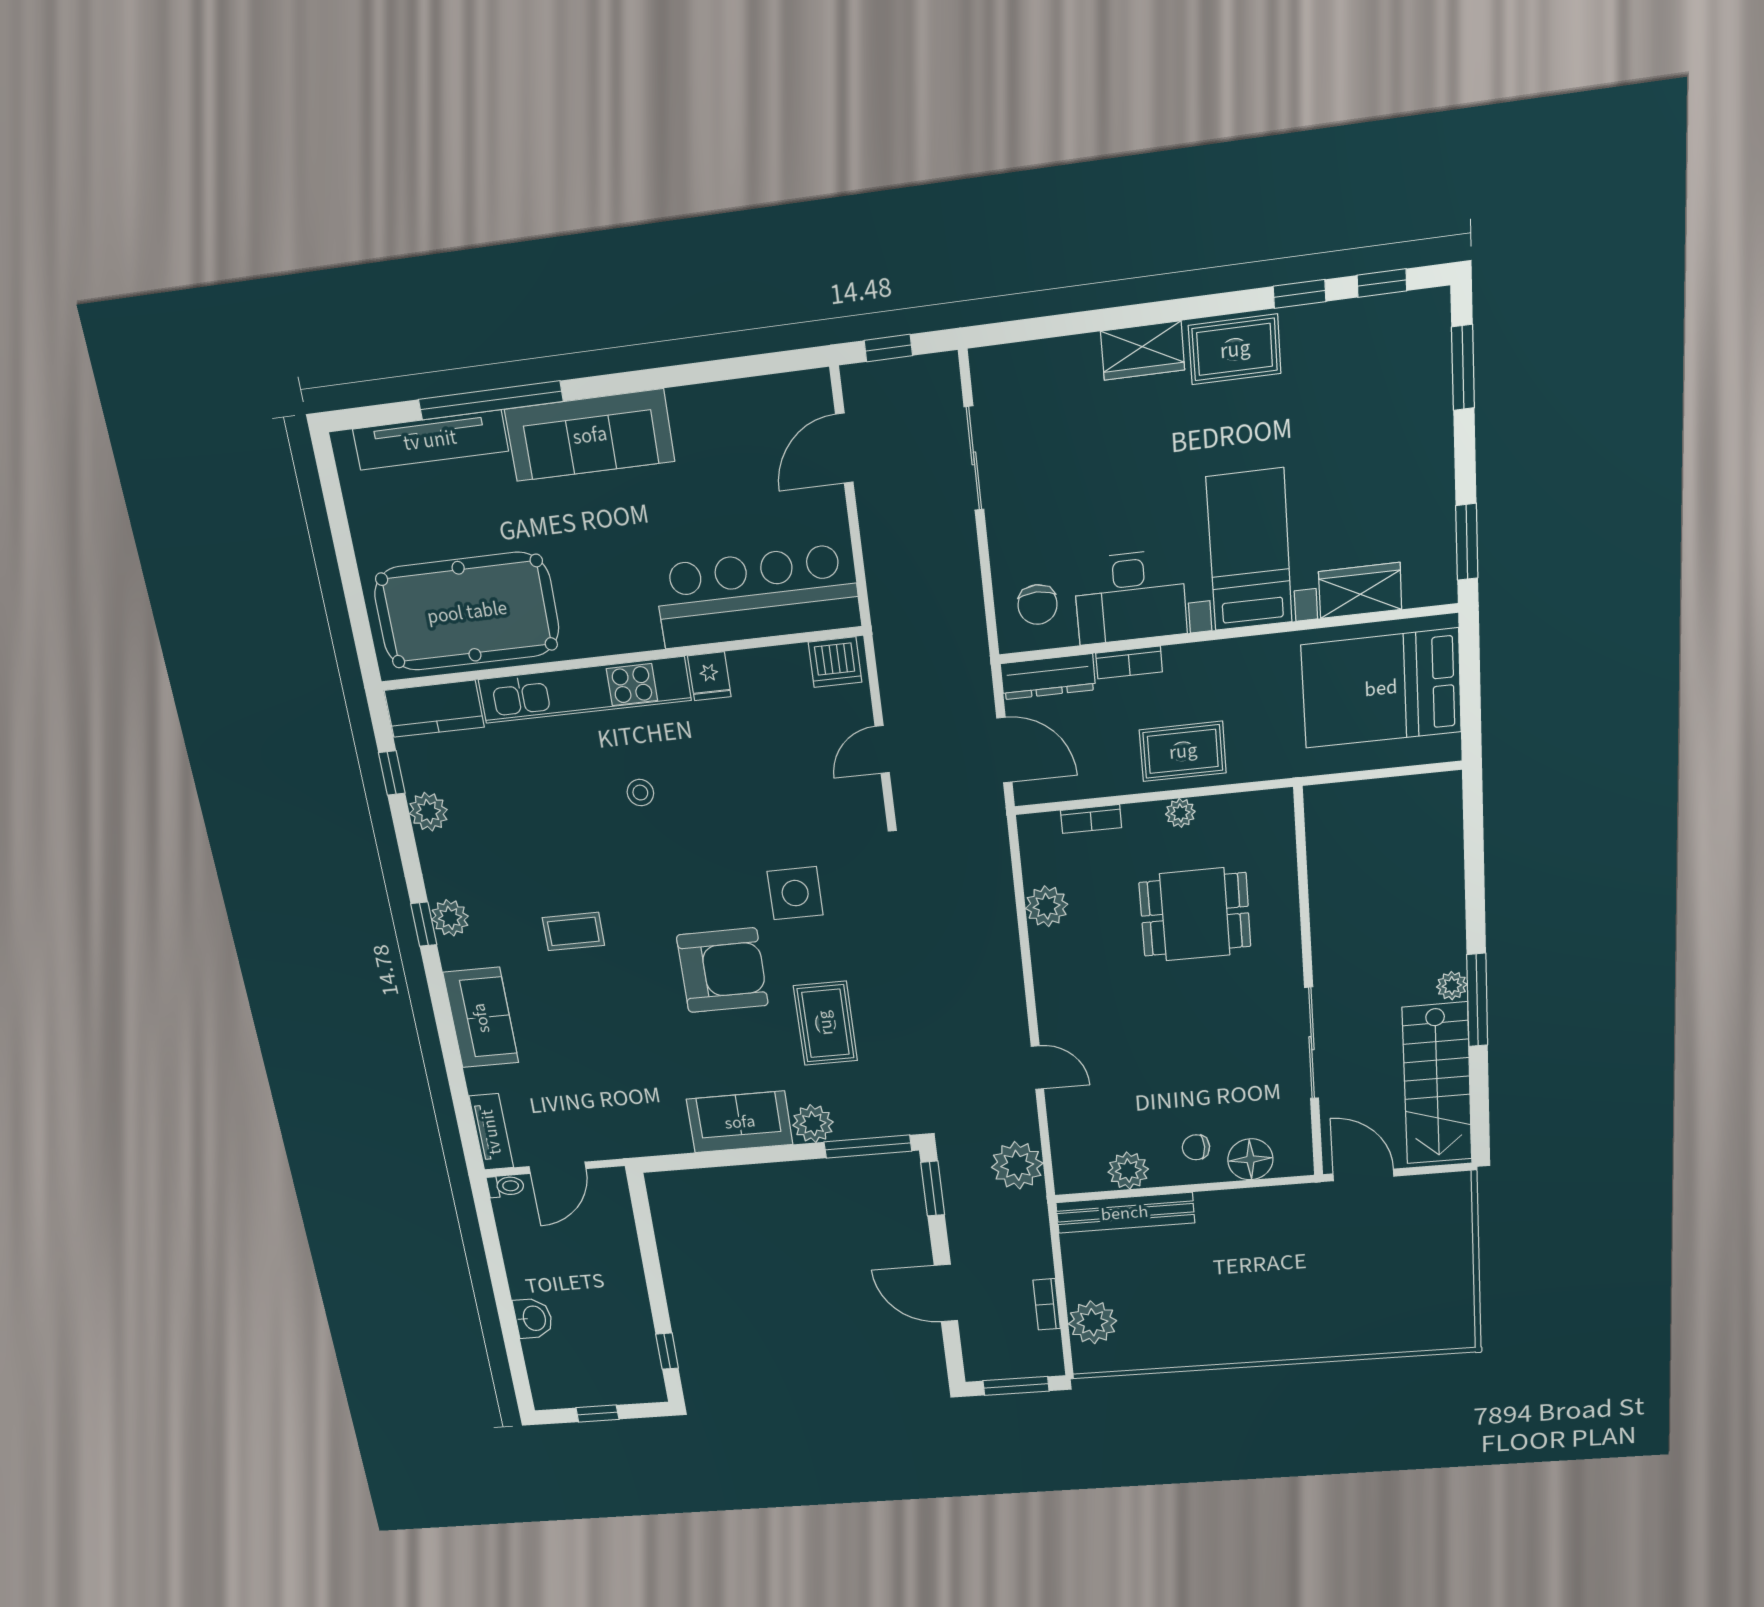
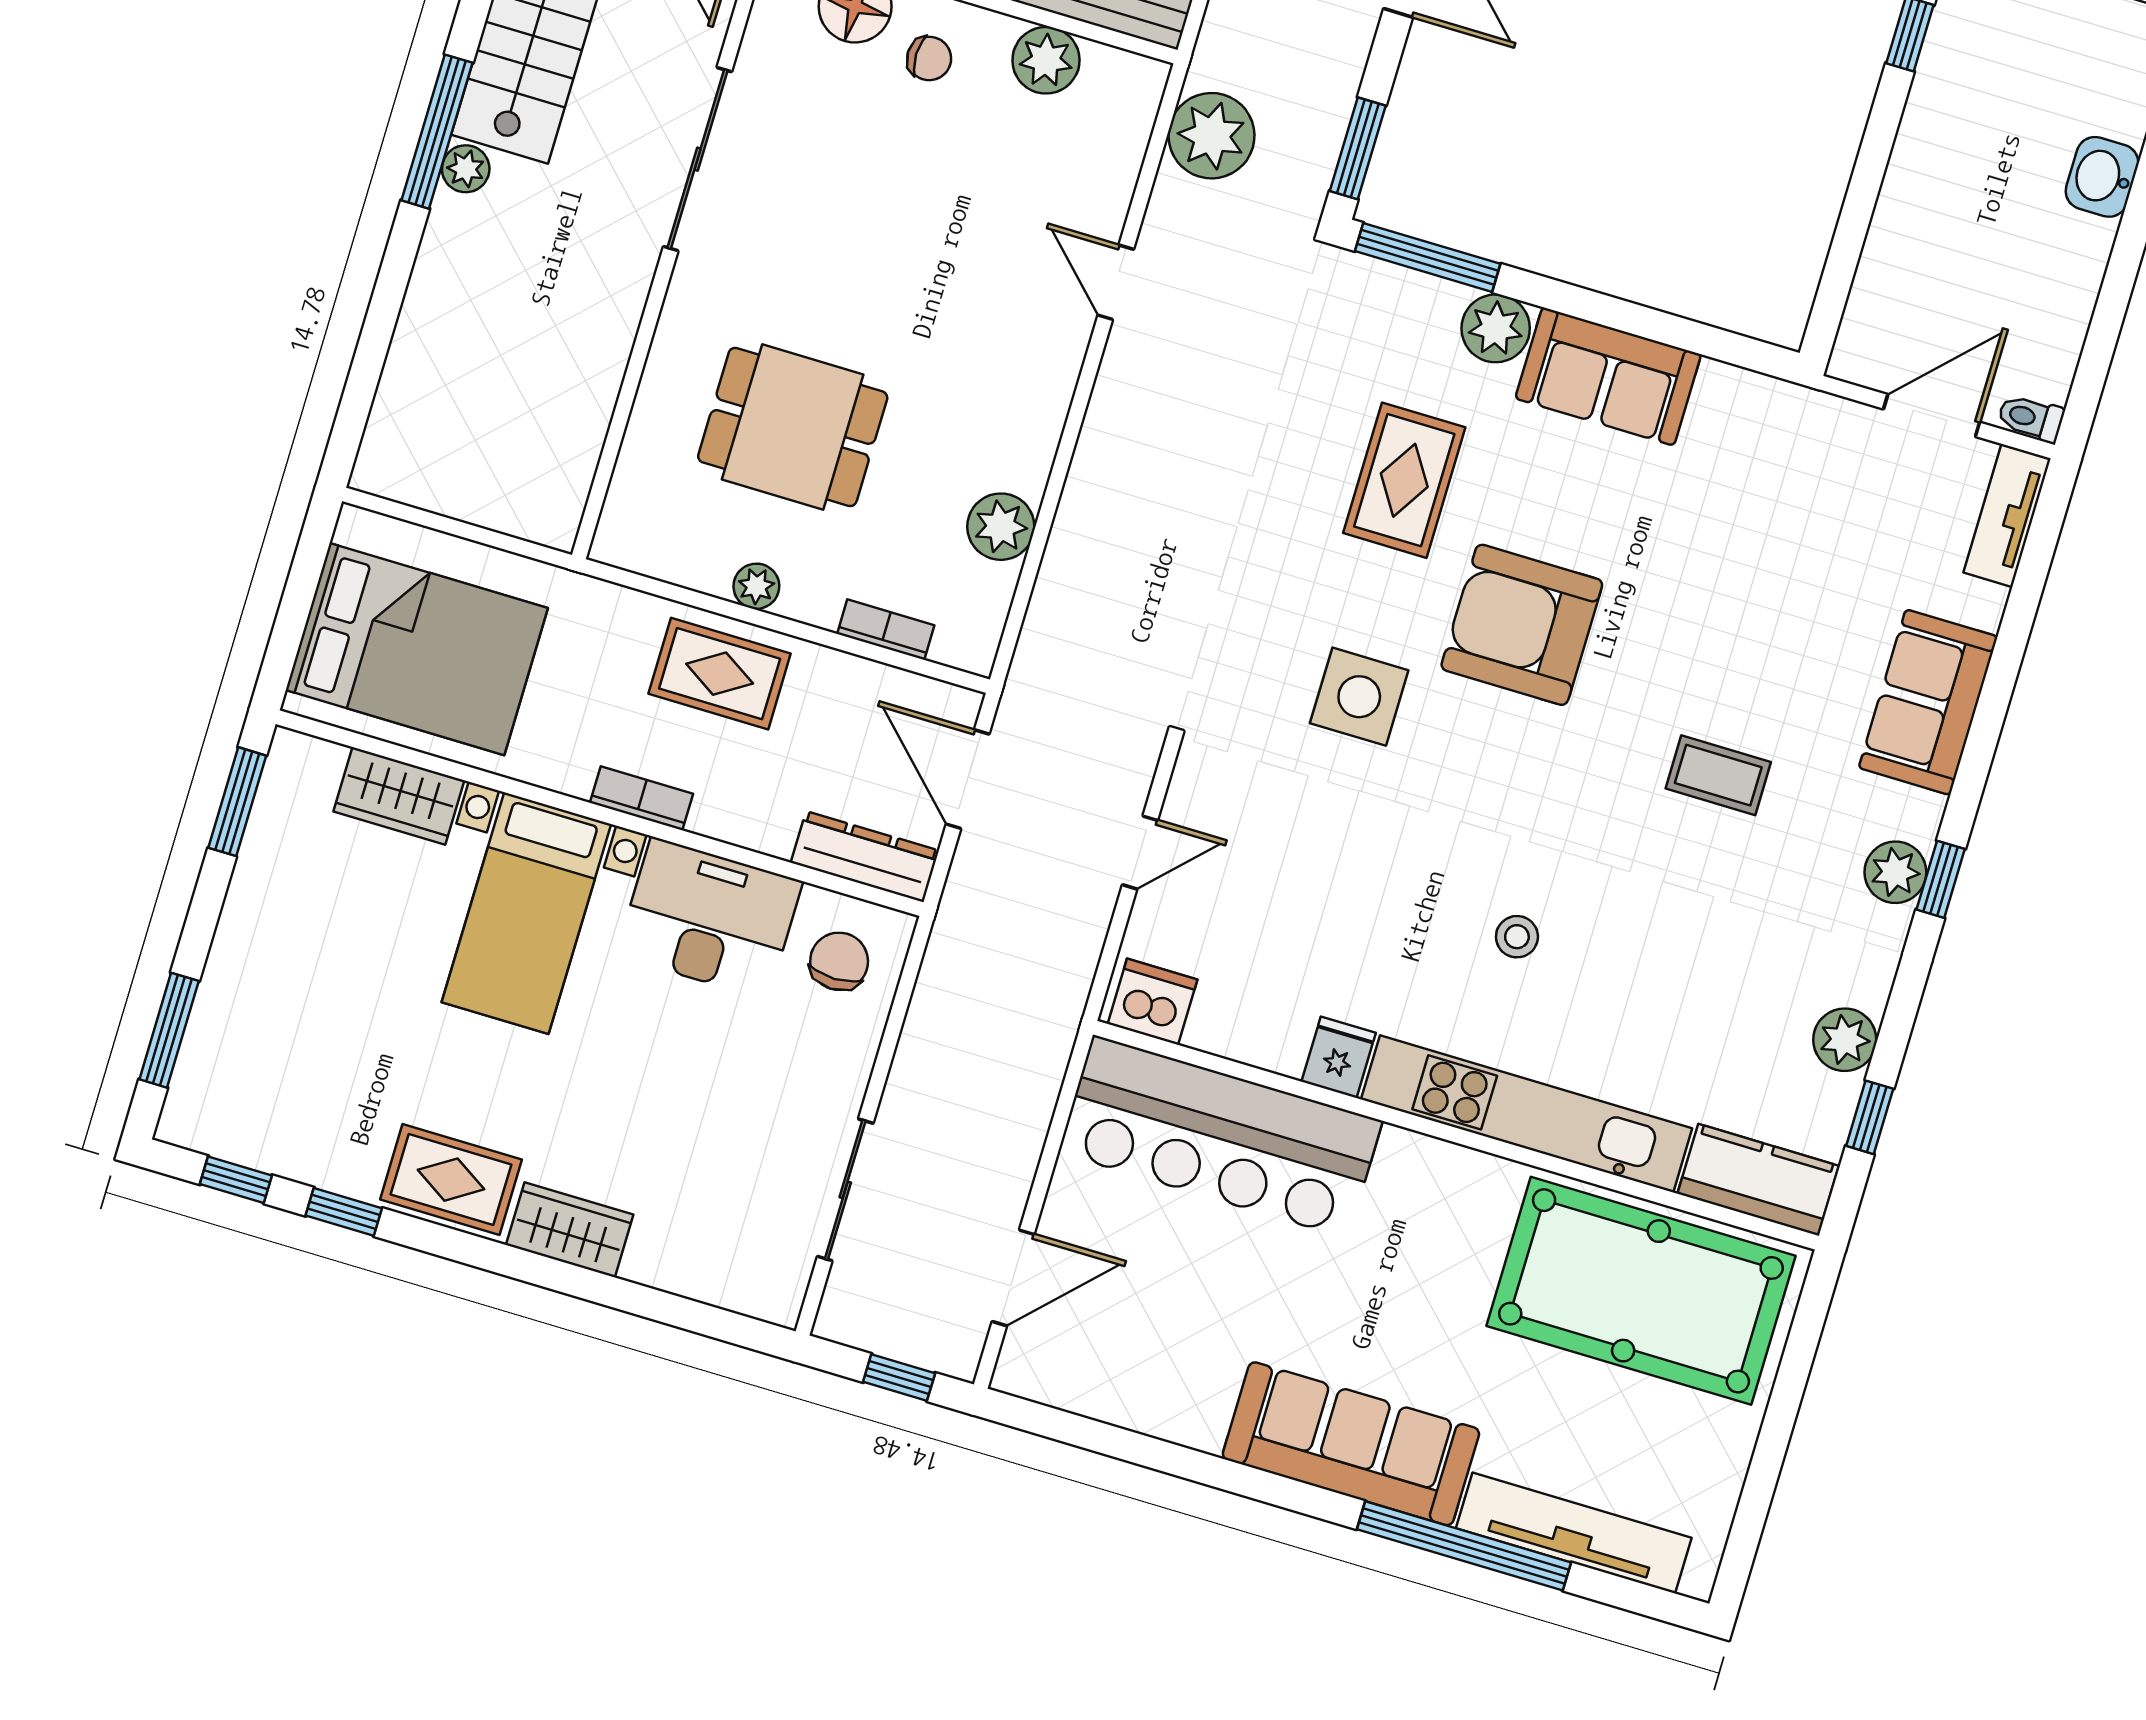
bookcase: (1129, 662) -> (641, 798), moved

